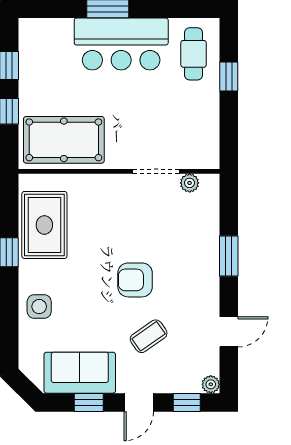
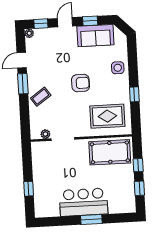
cafe table: (194, 54) -> (47, 199), removed
rug: (44, 225) -> (107, 116), moved, turned 90
window: (229, 256) -> (23, 84), moved
armchair: (135, 280) -> (81, 83), moved
coffee table: (149, 336) -> (41, 97), moved

